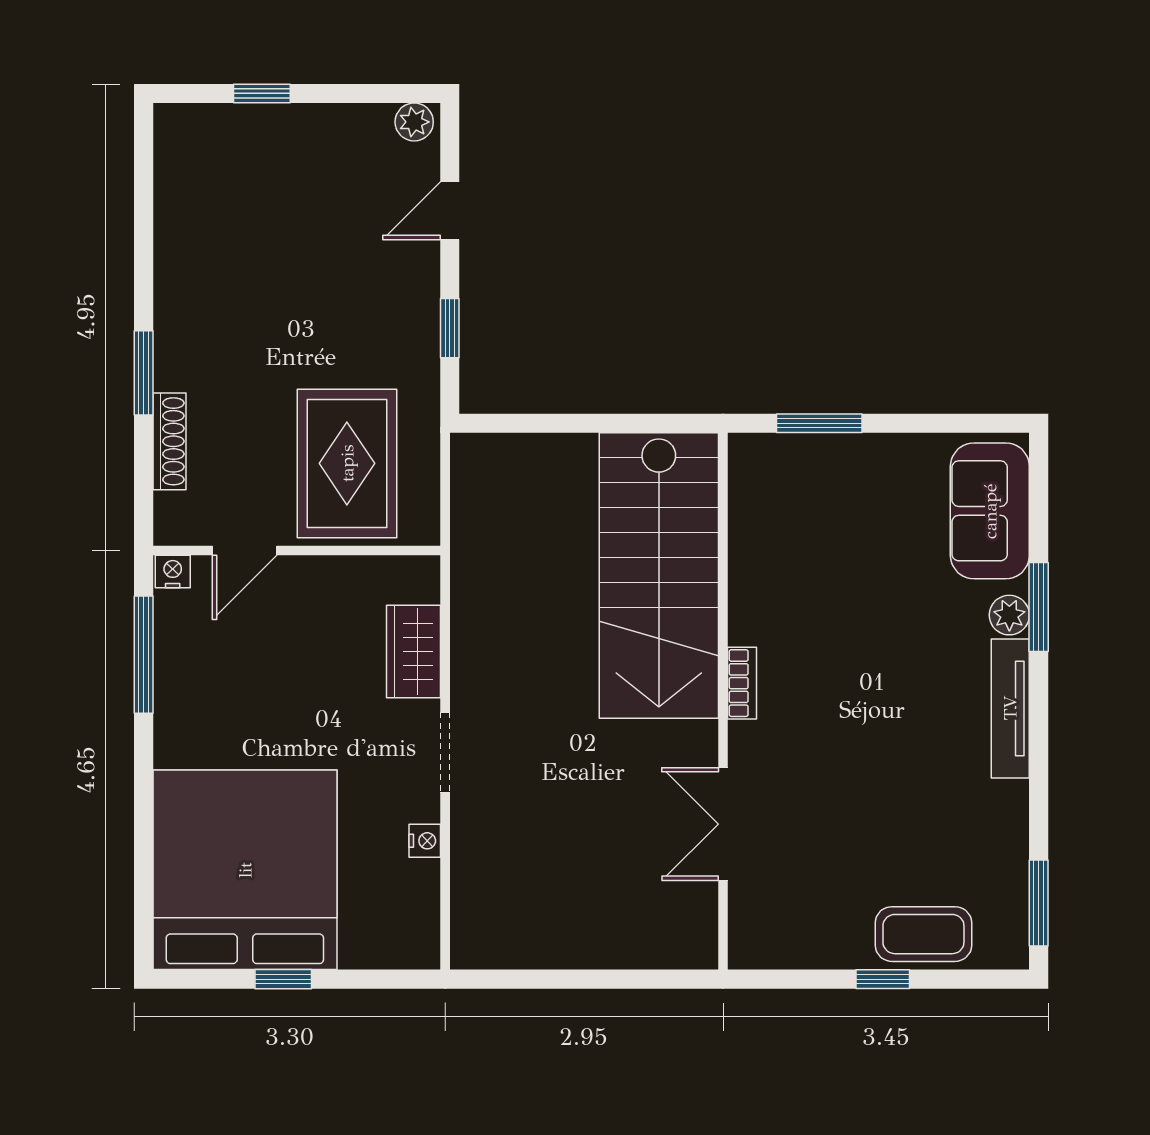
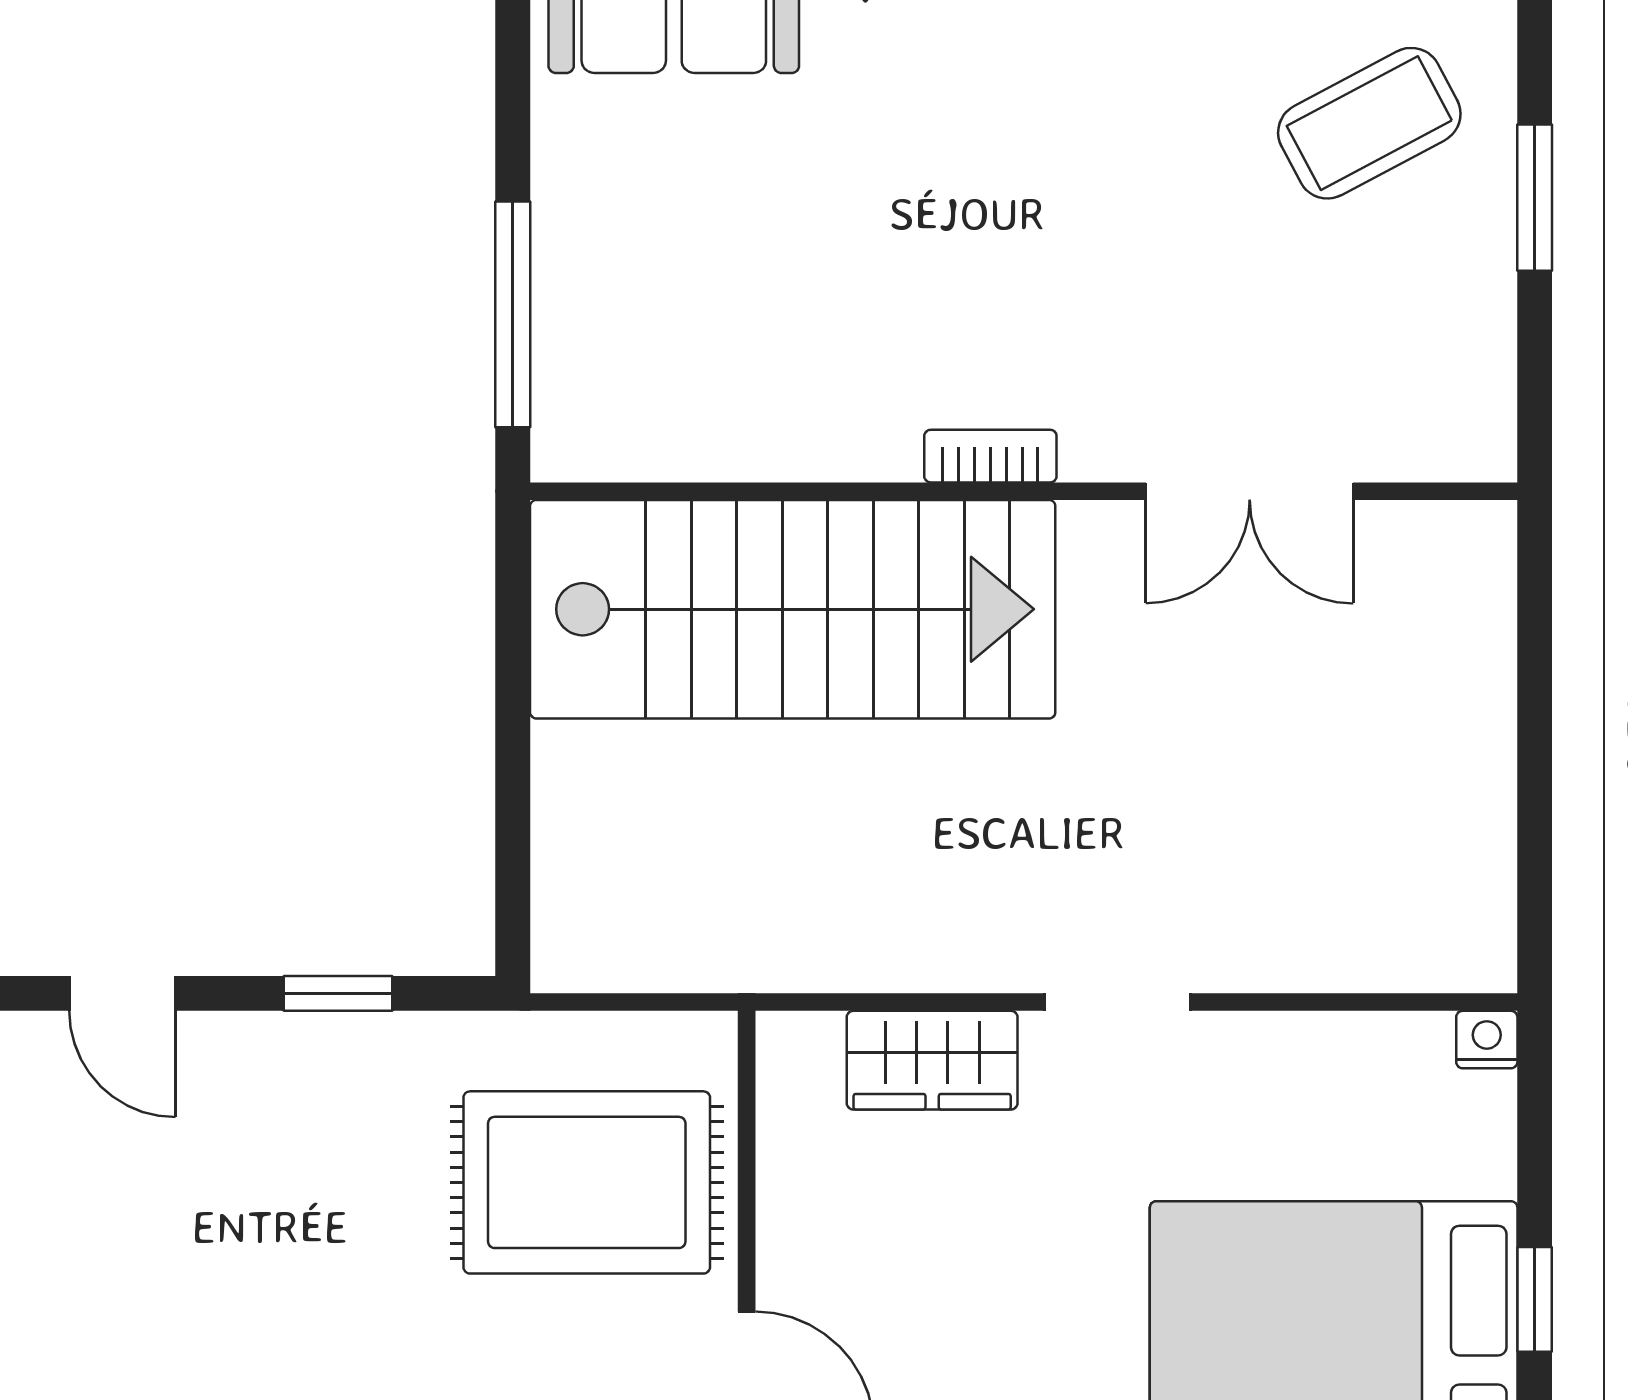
window: (819, 423) -> (513, 314), width x1.44
nightstand: (425, 841) -> (1487, 1040), moved
coffee table: (923, 934) -> (1369, 123), moved, turned 62
window: (883, 979) -> (1535, 198), width x1.50

